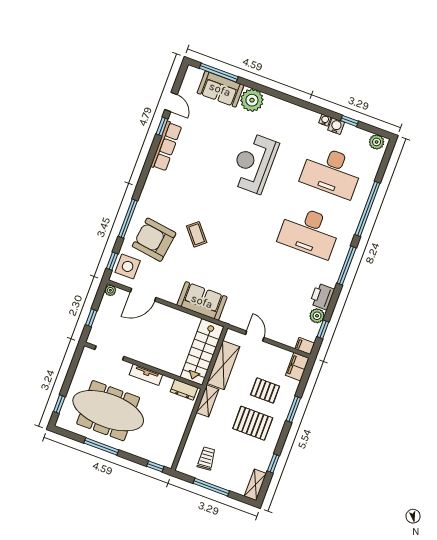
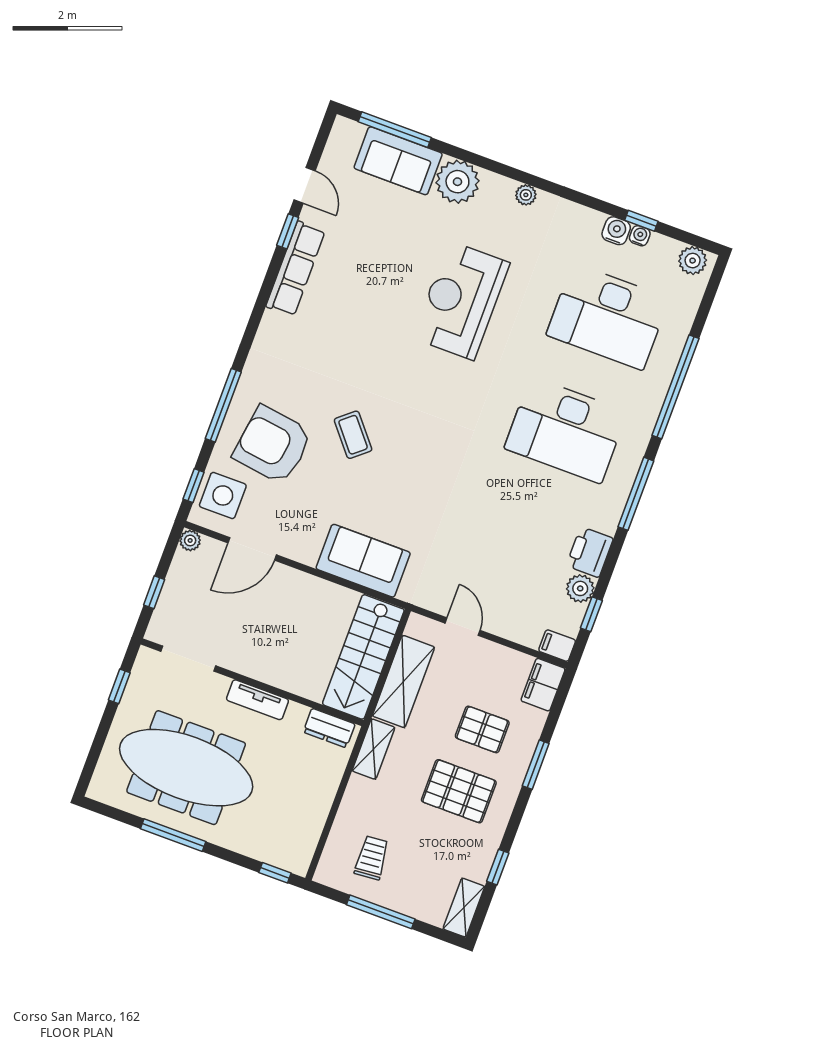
plant: (288, 107) -> (526, 195), added
water cooler: (325, 120) -> (640, 236), moved
window: (59, 404) -> (119, 686), moved

